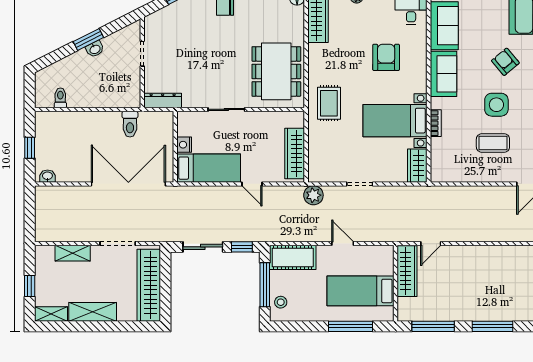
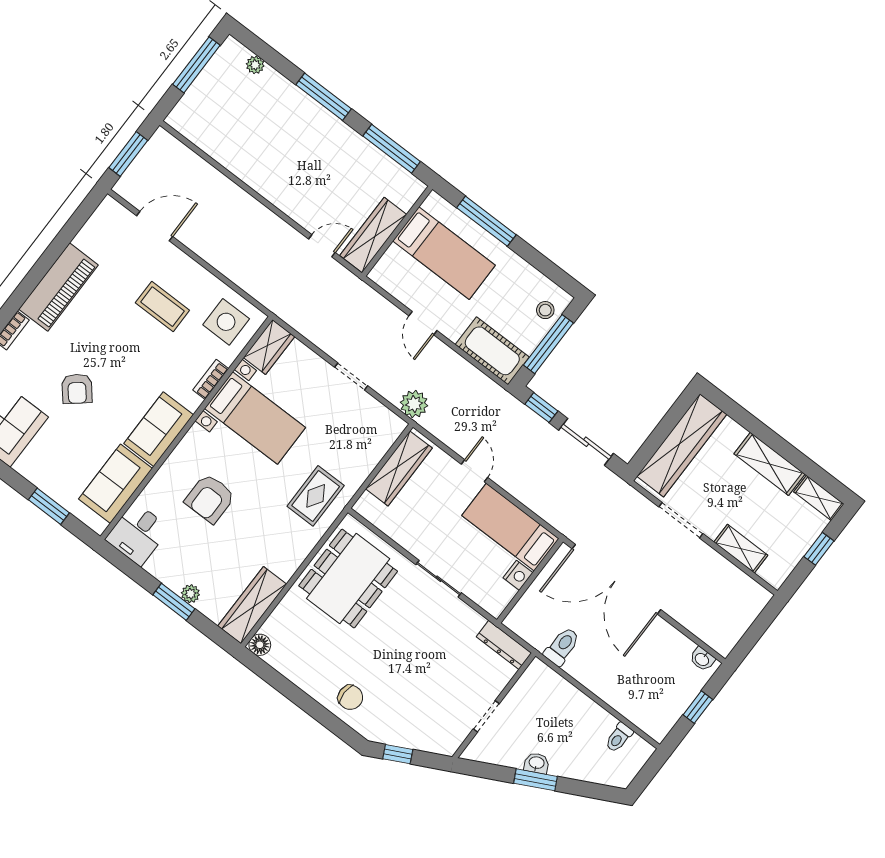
side table: (496, 105) -> (226, 322), moved

